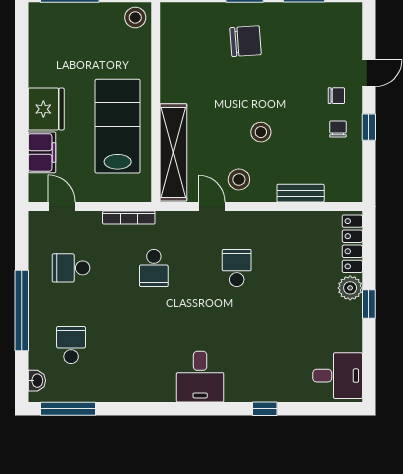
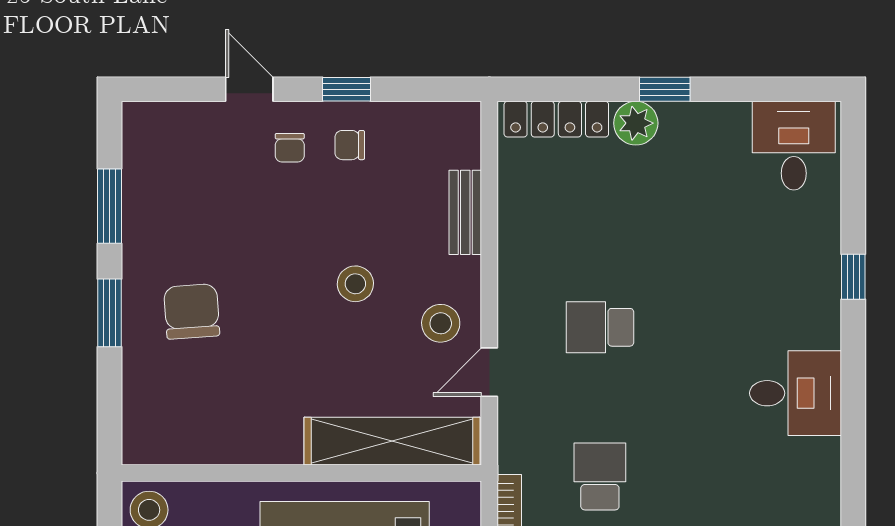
chair: (336, 96) -> (290, 148), turned 180
school desk: (154, 268) -> (600, 476), turned -90

